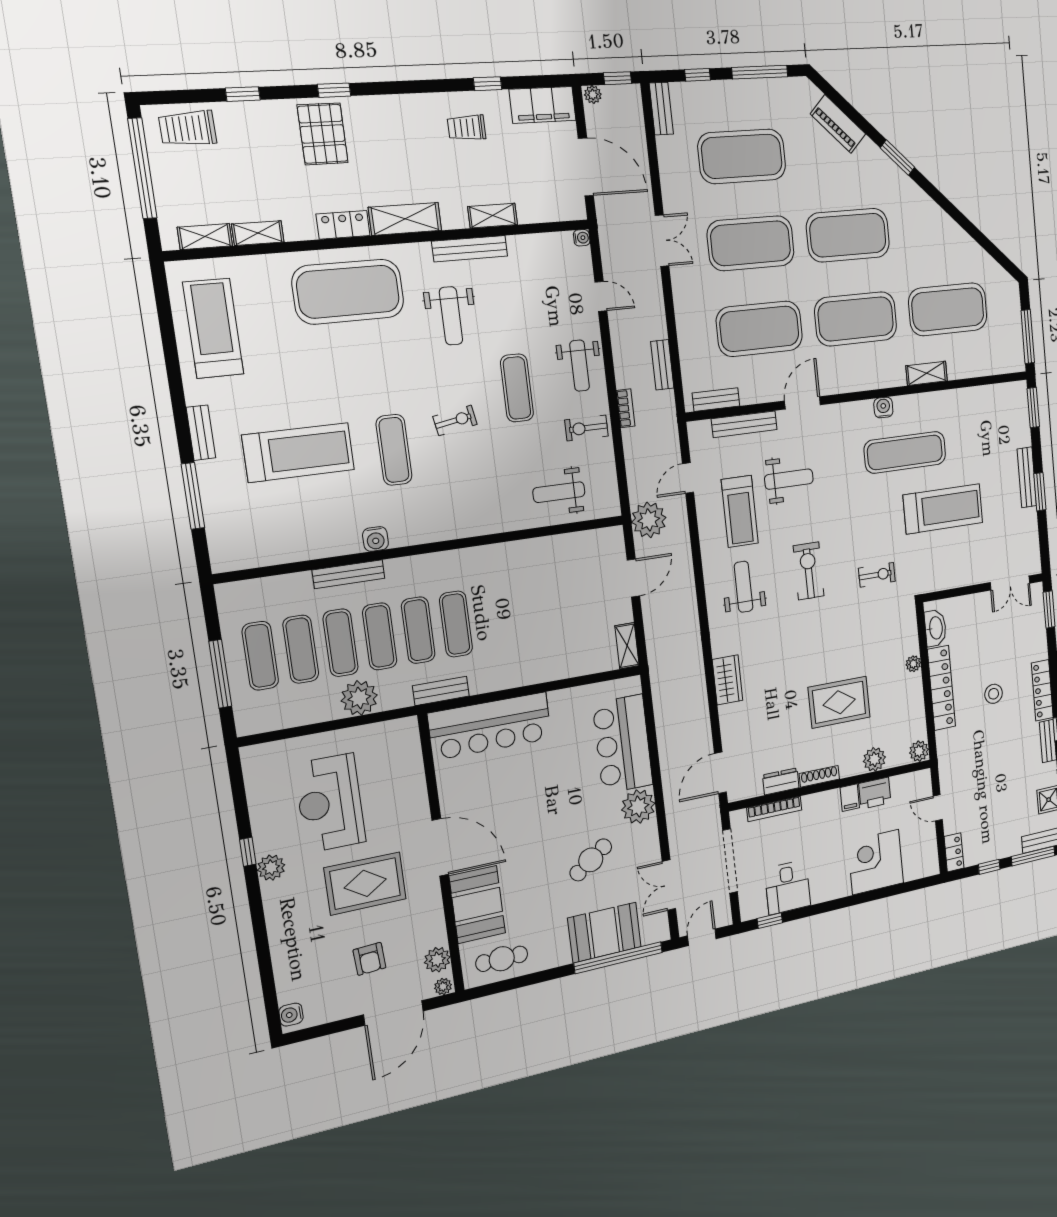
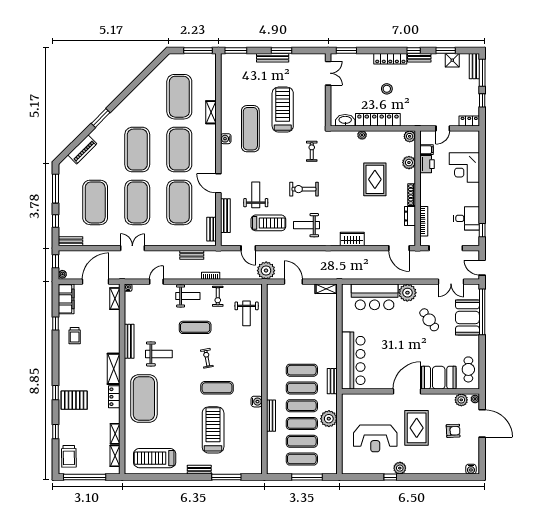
shelving: (493, 216) -> (115, 299), moved
filing cabinet: (850, 798) -> (427, 150), moved

